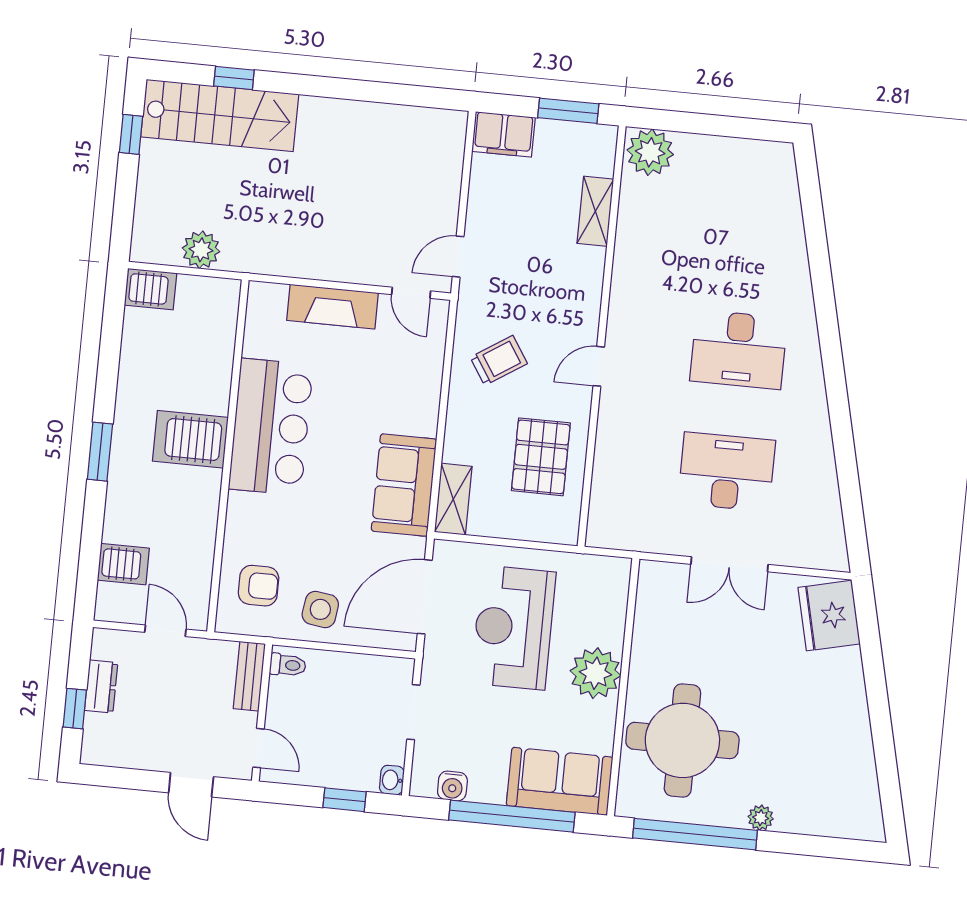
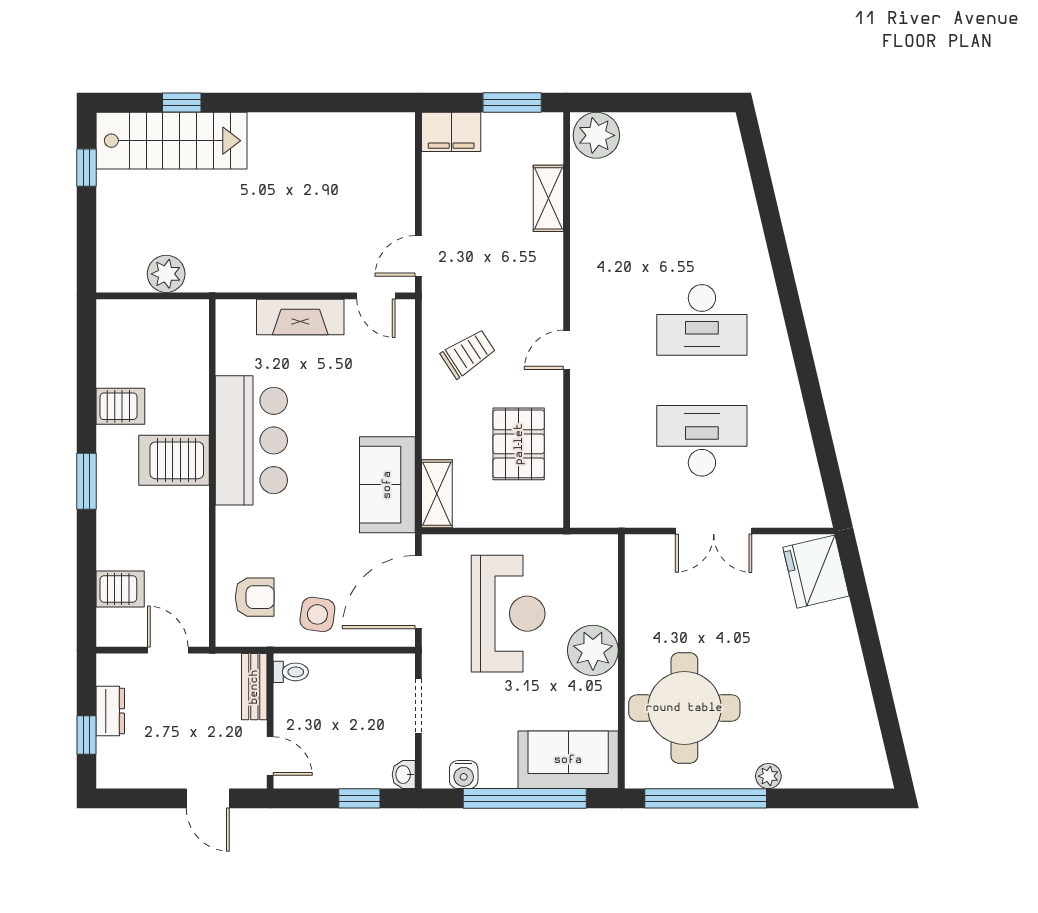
server rack: (150, 289) -> (120, 406), moved
reception desk: (513, 628) -> (508, 614), turned 180

